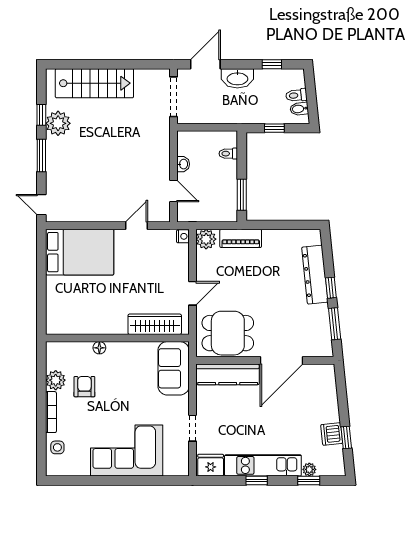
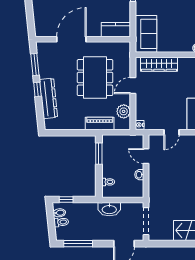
window: (272, 64) -> (78, 244), width x2.17
washbasin: (237, 78) -> (109, 209), moved, turned 180
window: (274, 128) -> (66, 199), moved
plant: (206, 239) -> (124, 111), moved
dining table: (228, 333) -> (95, 78), moved, width x1.38
kitchen counter: (228, 374) -> (116, 30), width x0.67

